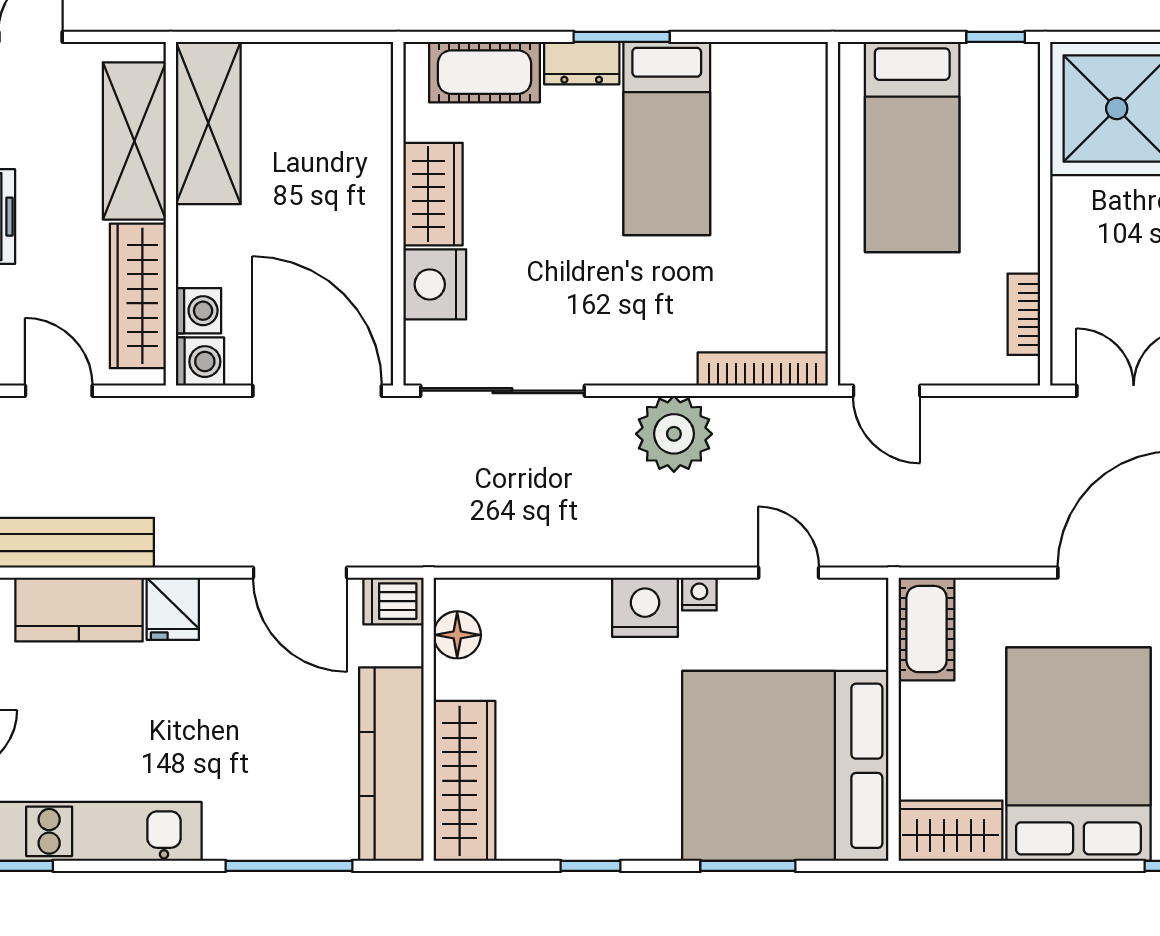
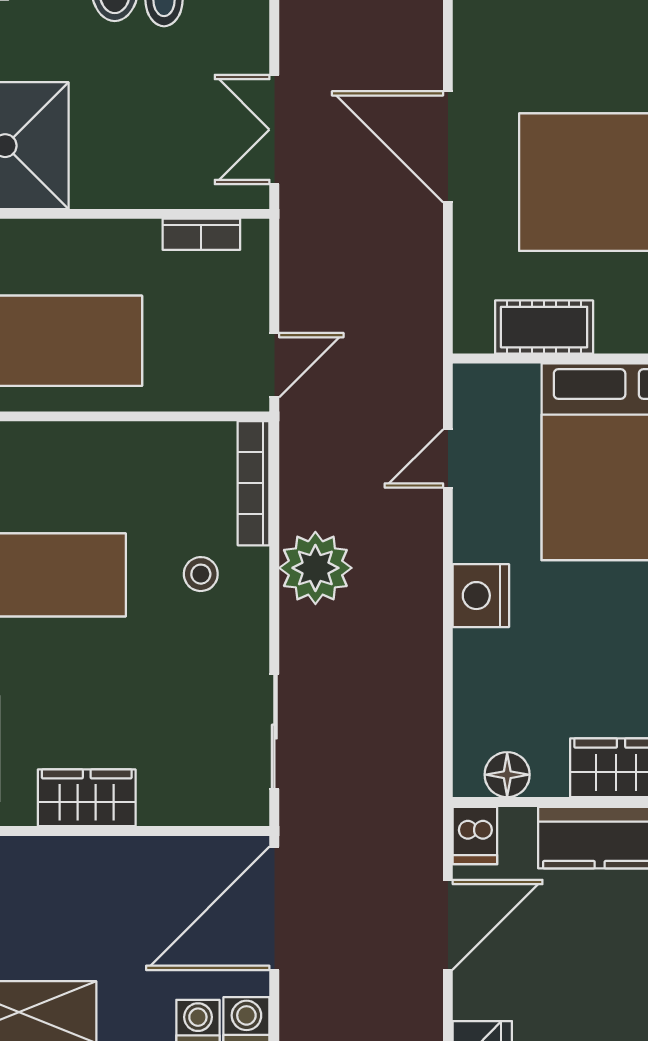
nightstand: (435, 284) -> (173, 796), removed
stool: (668, 314) -> (201, 574), added
sliding door: (502, 391) -> (274, 732), width x0.73
nightstand: (699, 594) -> (468, 544), removed
cot: (927, 629) -> (544, 327), moved

